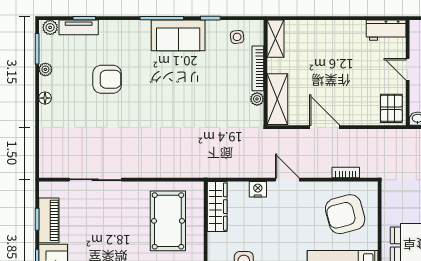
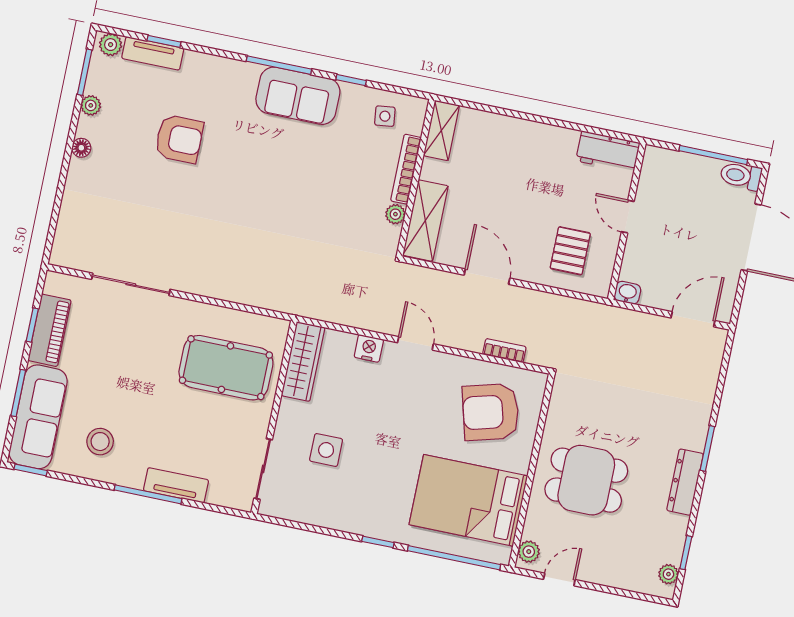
pallet: (391, 108) -> (570, 251), moved
pool table: (168, 221) -> (226, 368), turned 90

